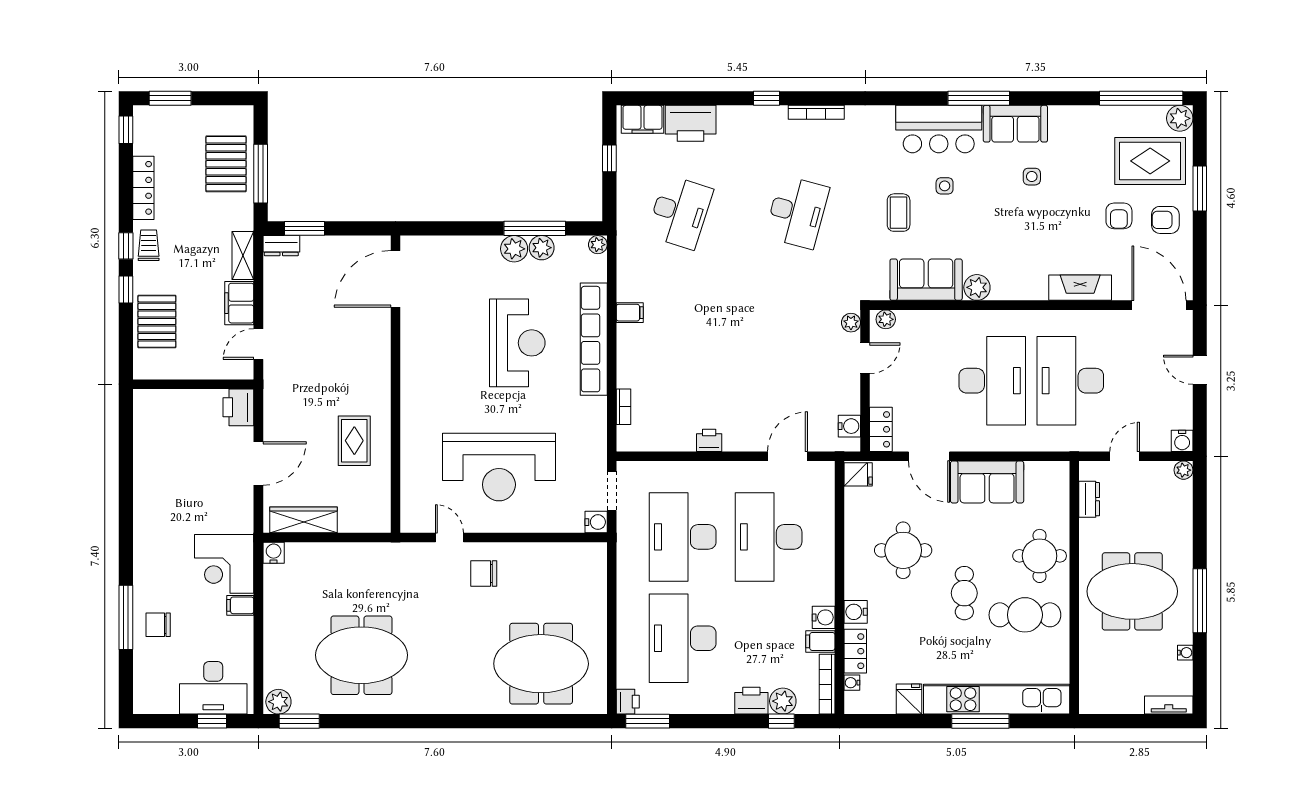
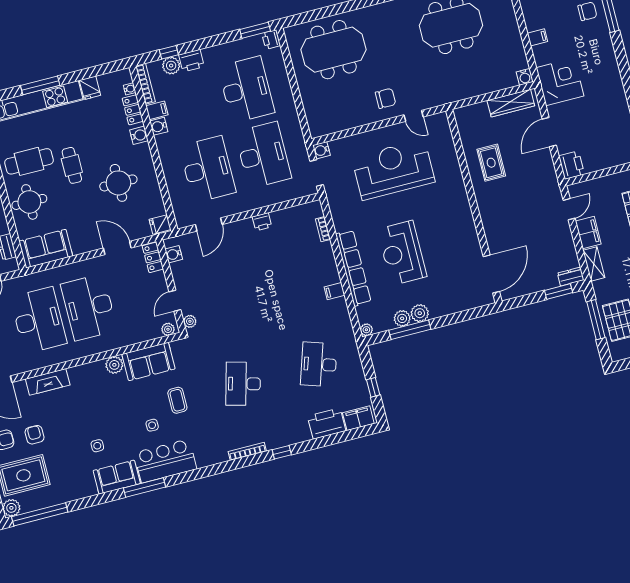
sofa: (987, 482) -> (46, 249), moved
corner desk: (224, 564) -> (560, 82), moved

